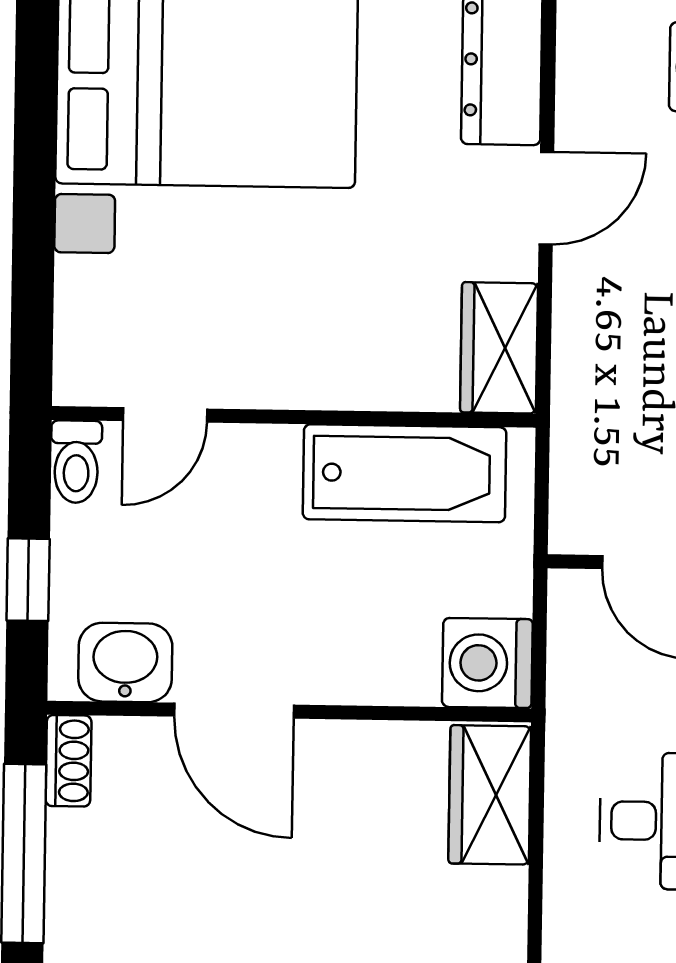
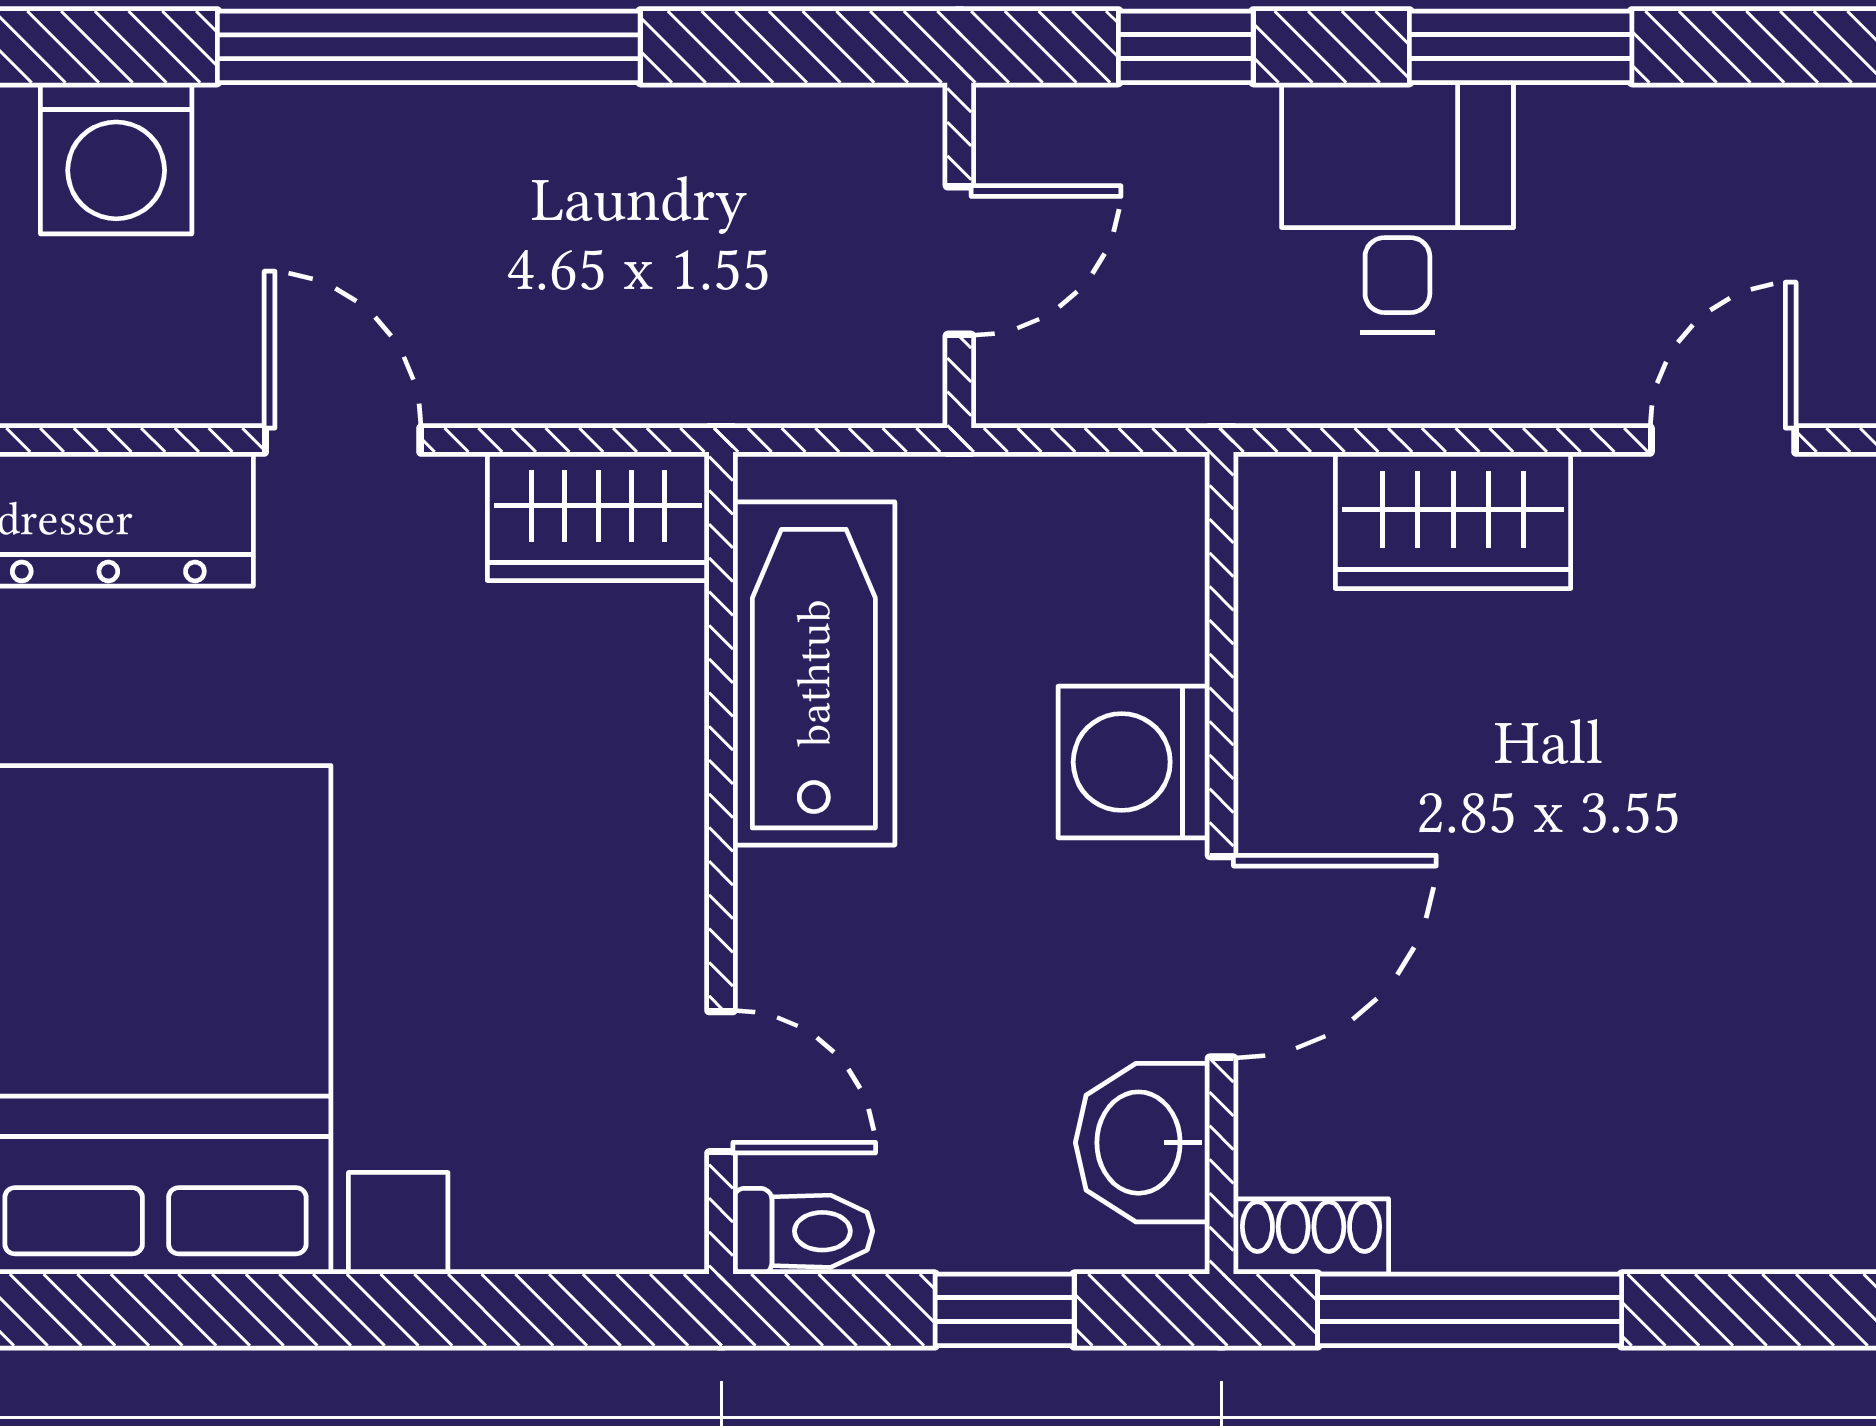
washing machine: (487, 663) -> (1134, 762), moved, turned 90
wardrobe: (490, 795) -> (1453, 520), moved

